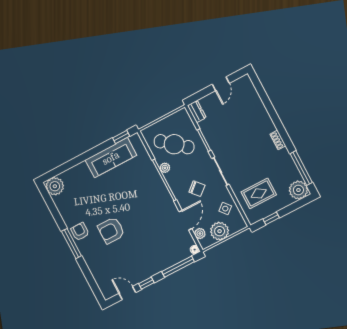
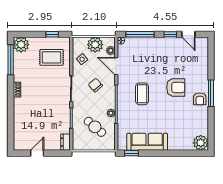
cafe table: (174, 144) -> (95, 127), width x0.73, depth x0.74
coffee table: (143, 205) -> (142, 94), added
door: (185, 220) -> (116, 66), hinge flipped

